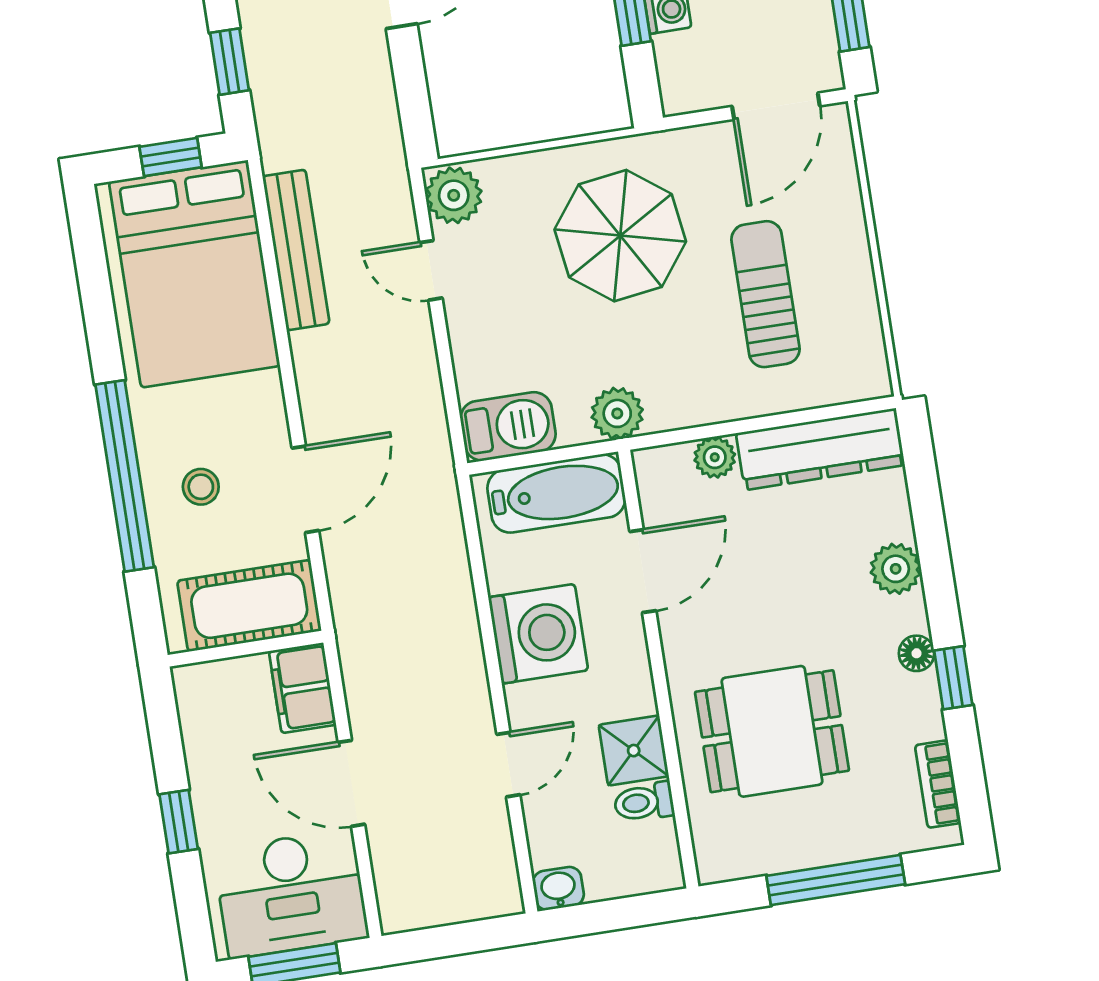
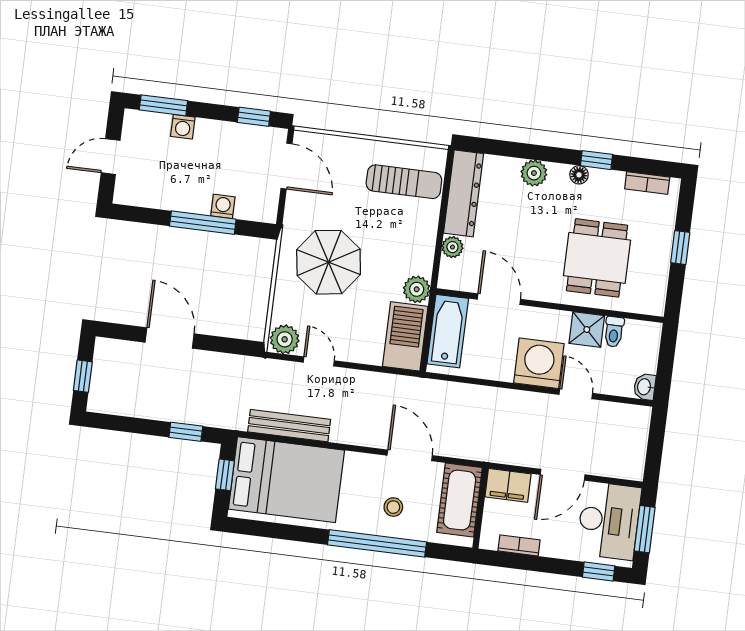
door: (431, 270) -> (319, 361), swing flipped
sun lounger: (765, 294) -> (404, 182), moved, turned 180
barbecue: (508, 426) -> (405, 336), width x1.37, depth x1.21
washing machine: (538, 634) -> (539, 363), moved
bookcase: (197, 740) -> (519, 545), added
window: (179, 822) -> (599, 571), moved
window: (836, 880) -> (680, 248), width x0.46

